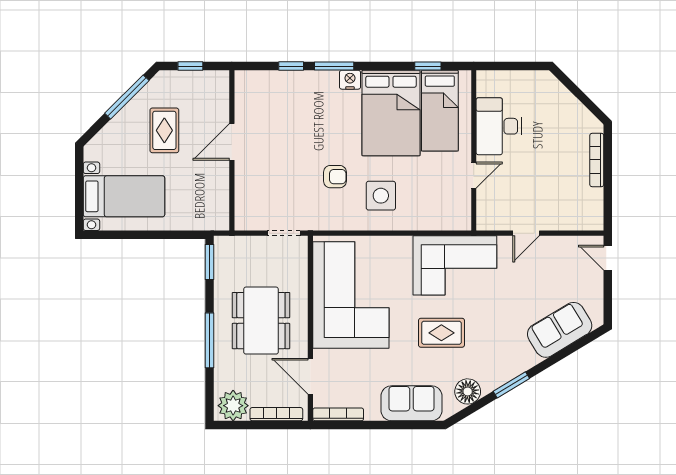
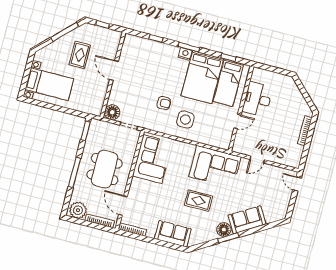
window: (334, 66) -> (189, 47), moved
door: (232, 142) -> (114, 70), hinge flipped
floor lamp: (248, 217) -> (112, 112), added
corner sofa: (351, 295) -> (152, 159), width x0.73, depth x0.74
sofa: (560, 330) -> (247, 220), moved
floor lamp: (468, 391) -> (224, 230), moved

